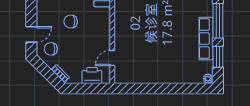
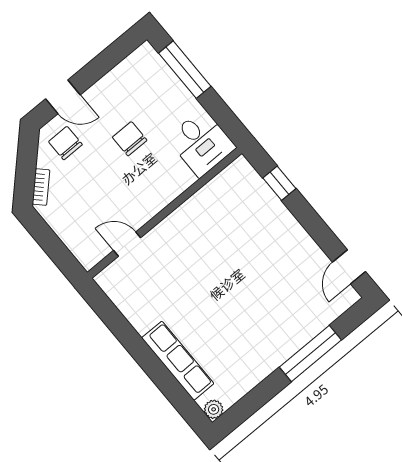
row of seats: (206, 38) -> (178, 361), moved, turned 90
window: (218, 57) -> (258, 397), removed
printer: (92, 75) -> (77, 236), removed

